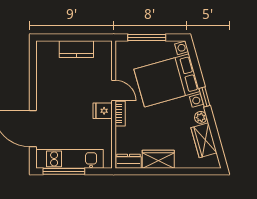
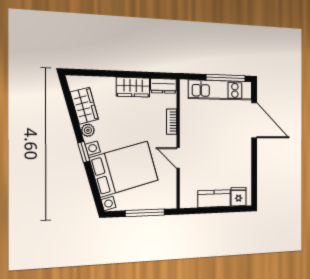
fridge: (103, 111) -> (239, 197), moved, turned -90
bookcase: (120, 114) -> (172, 122), moved

